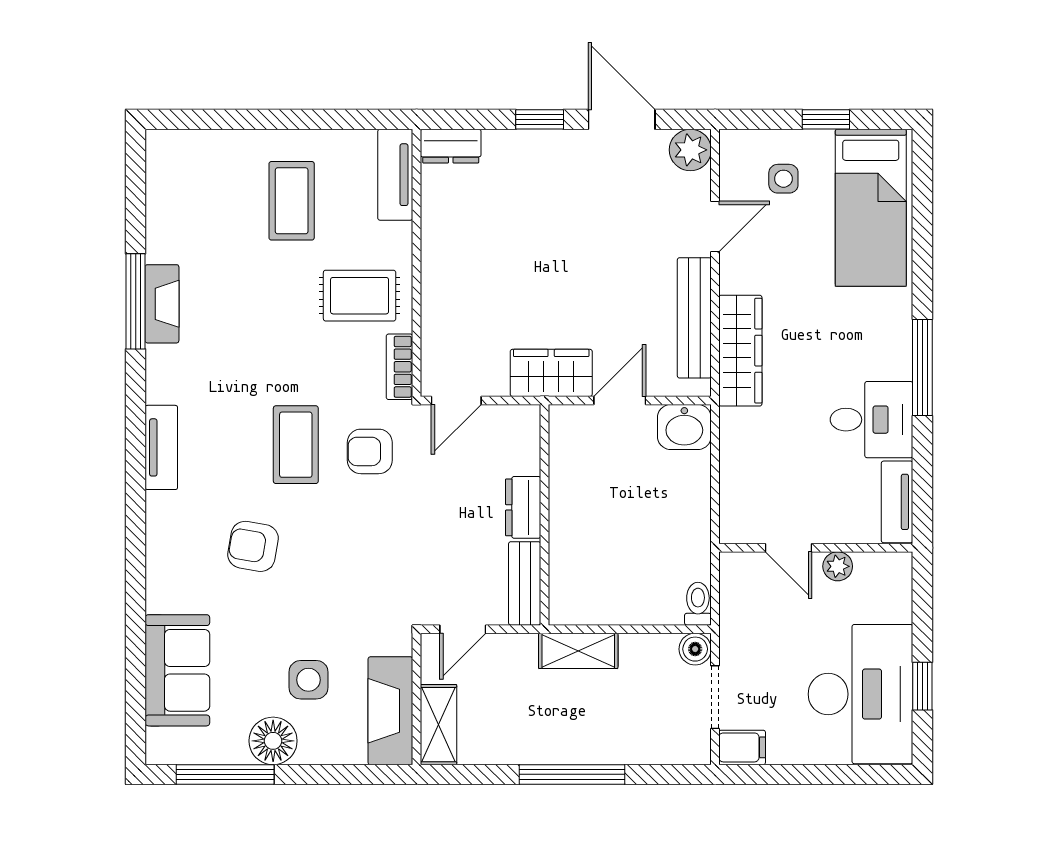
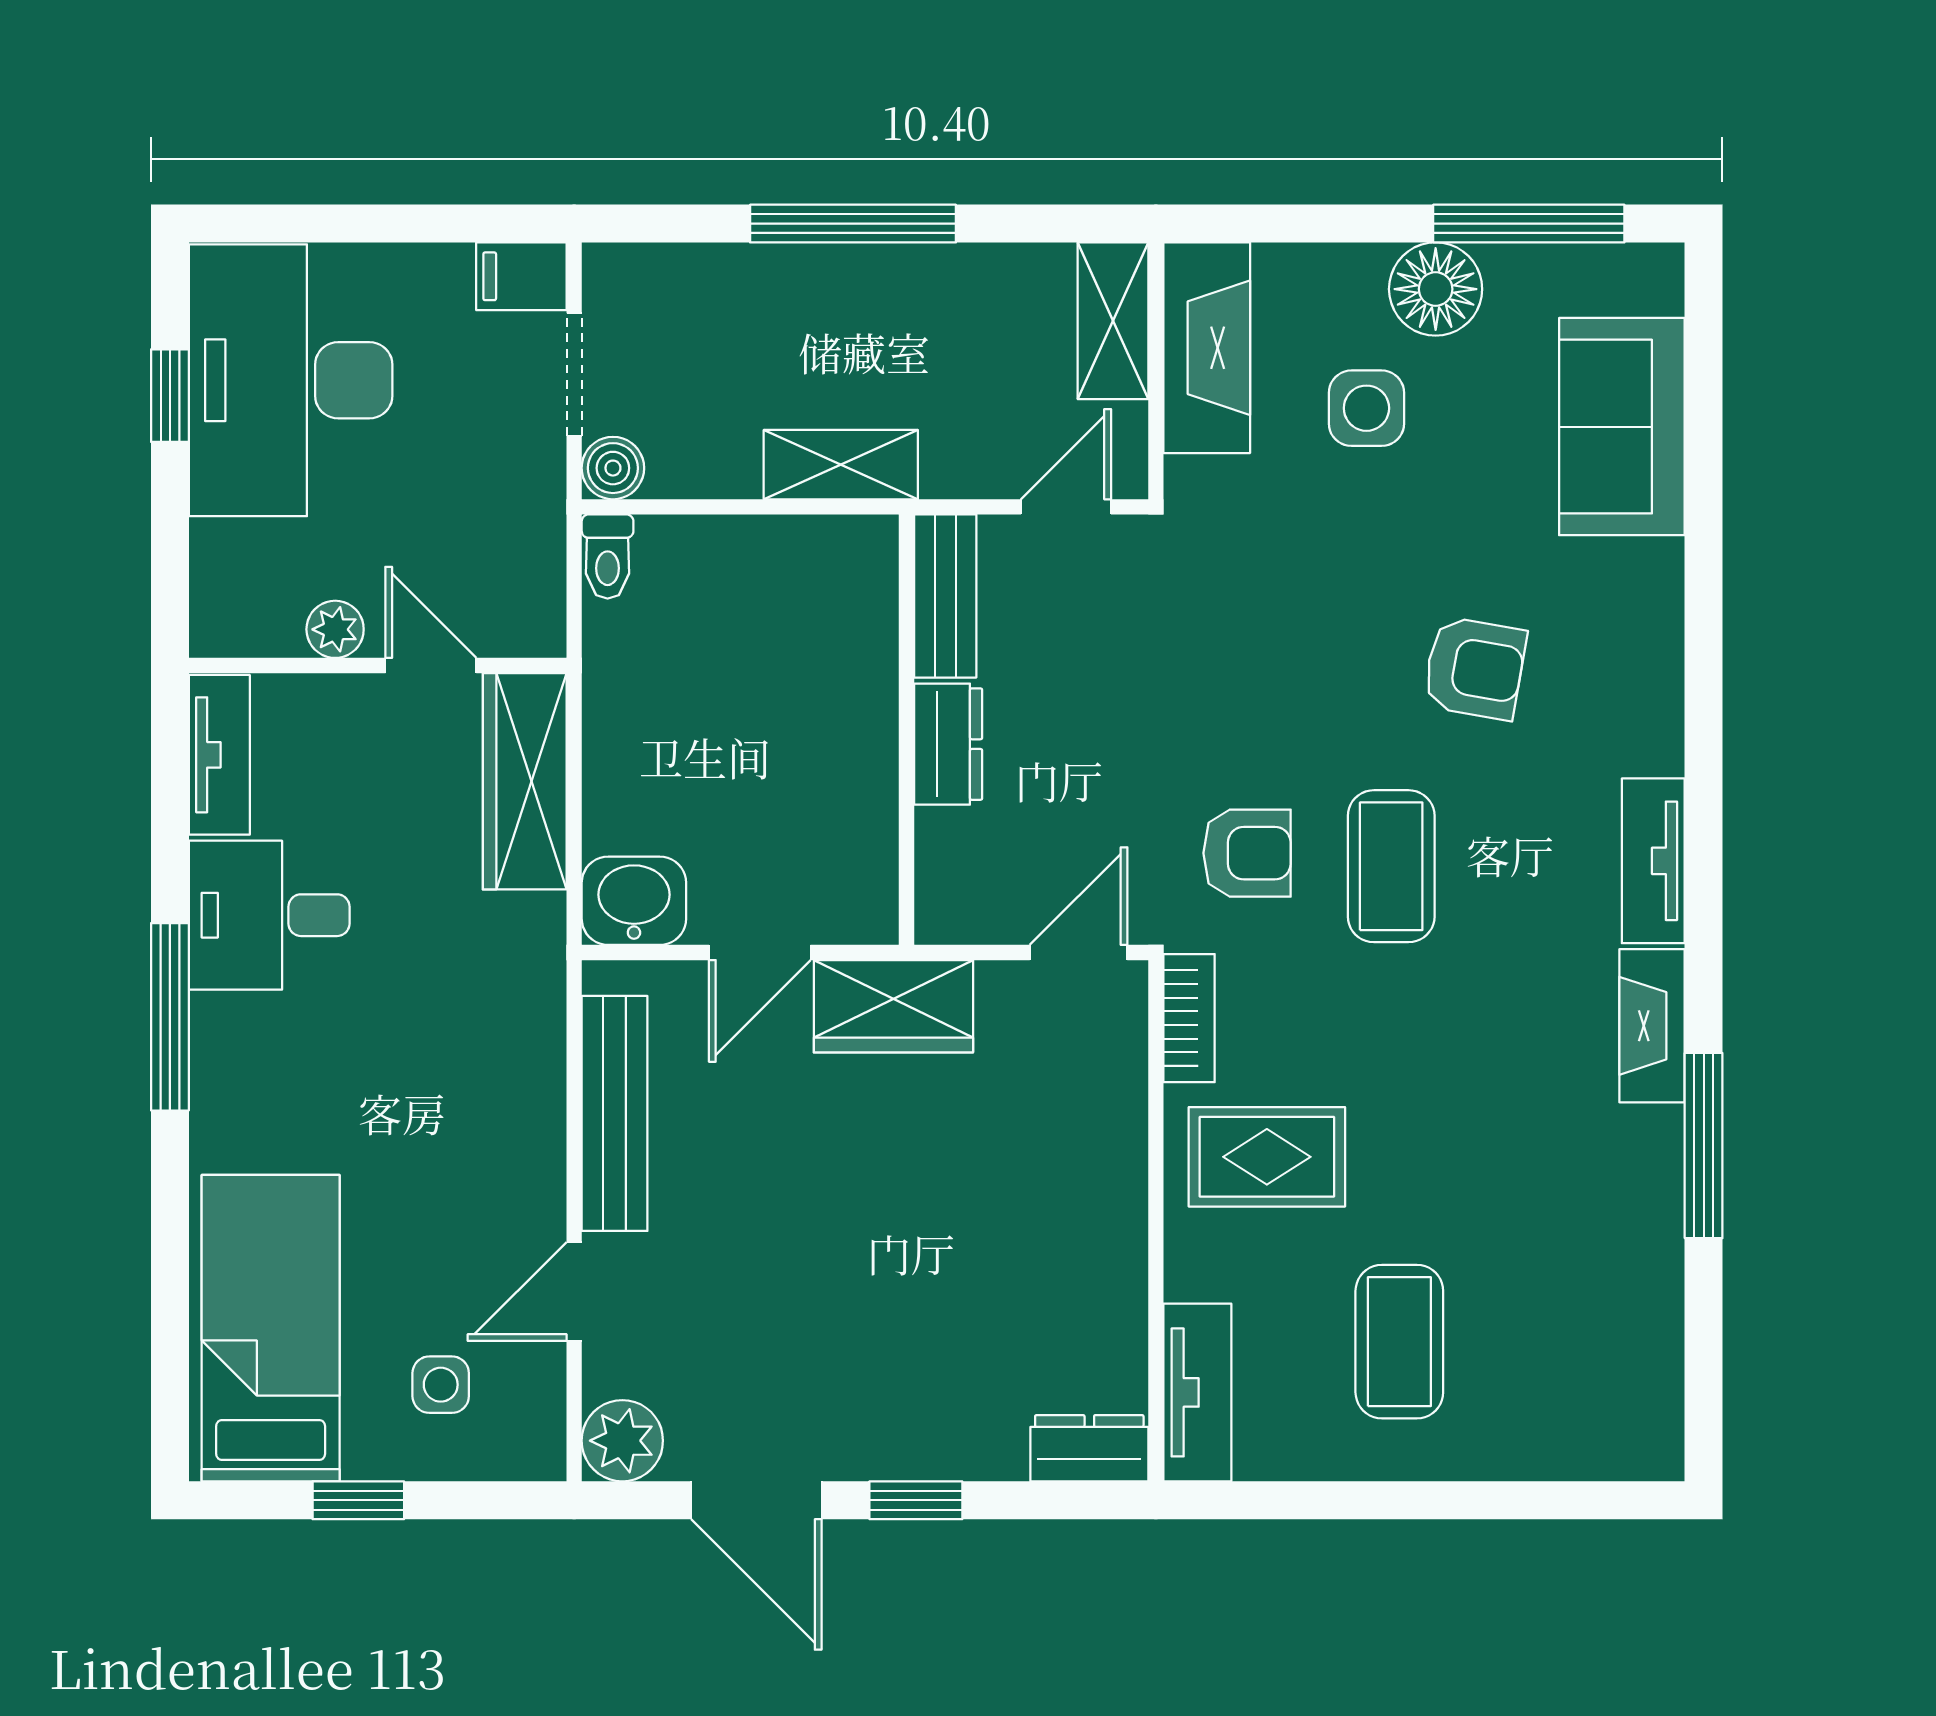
fireplace: (162, 304) -> (1652, 1026), moved
wardrobe: (740, 351) -> (525, 781), moved

